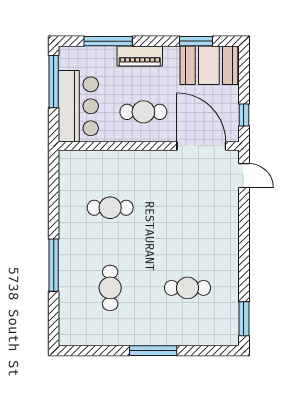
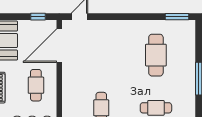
cafe table: (188, 288) -> (156, 55), width x1.37, depth x1.35

